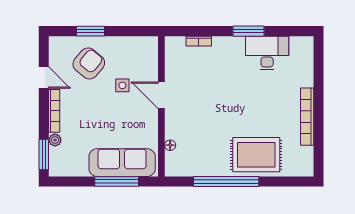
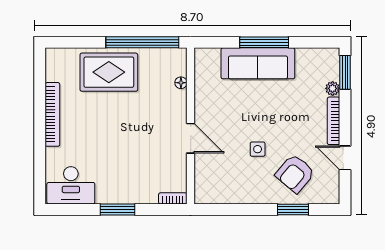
desk: (267, 53) -> (71, 185), moved
door: (161, 95) -> (191, 138), moved
wall: (161, 106) -> (191, 126), moved
floor lamp: (170, 145) -> (181, 83), moved

